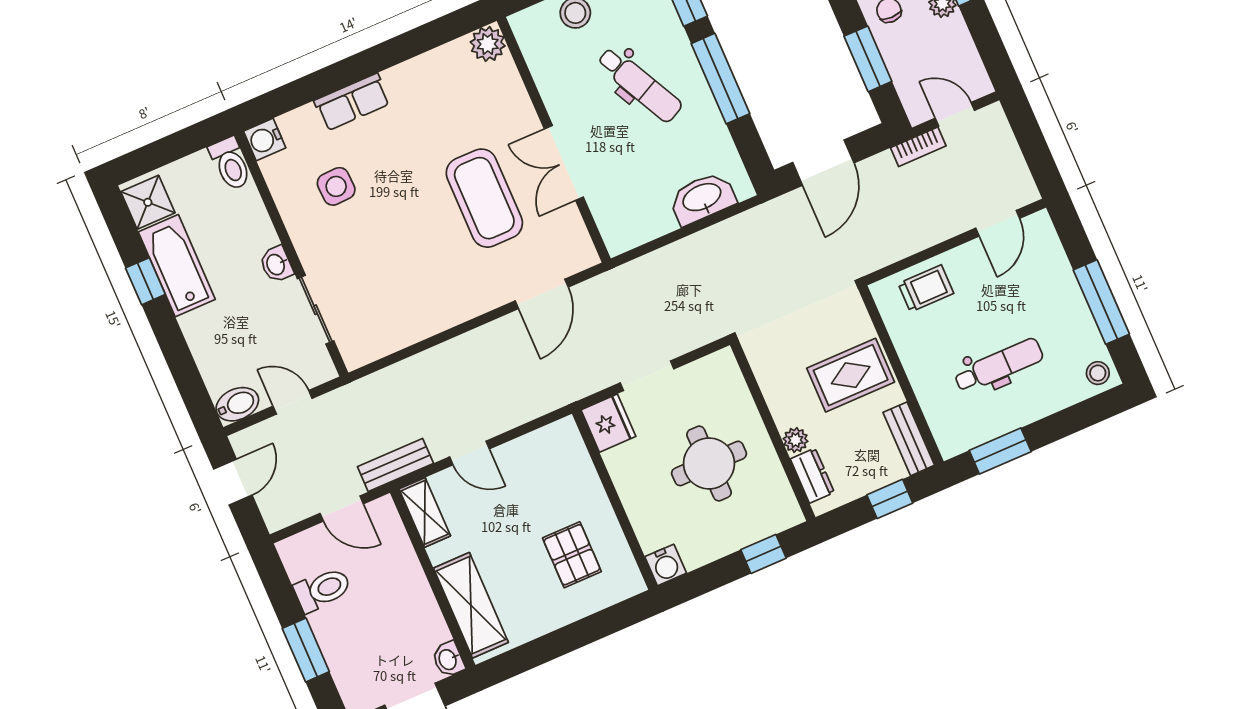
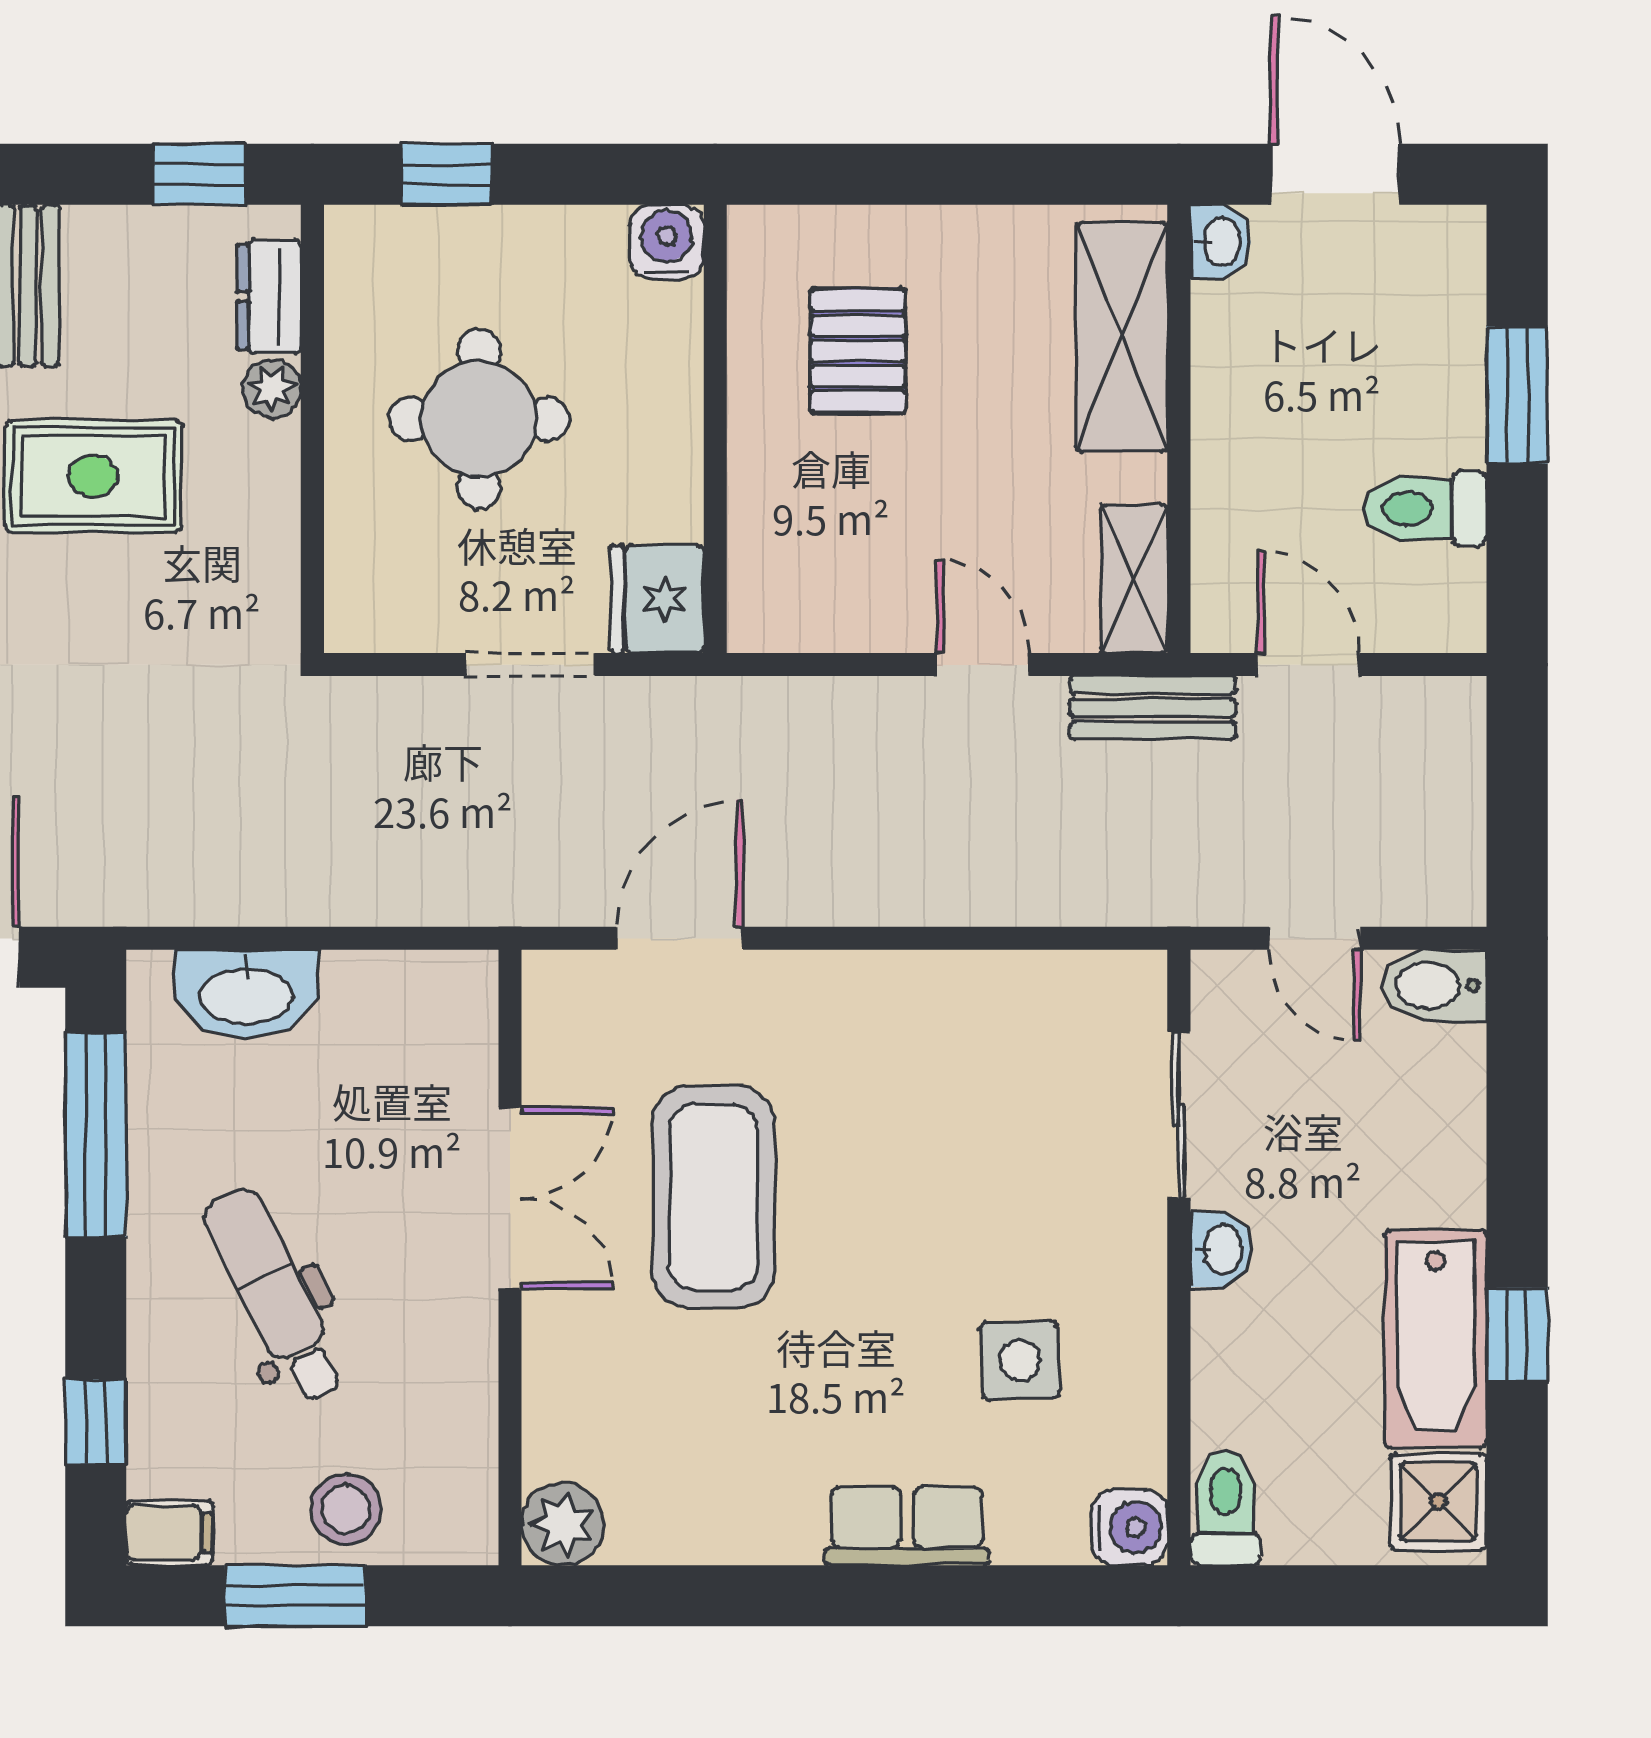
window: (721, 79) -> (96, 1134), moved
door: (233, 482) -> (1517, 823), removed
window: (890, 499) -> (199, 174), moved

